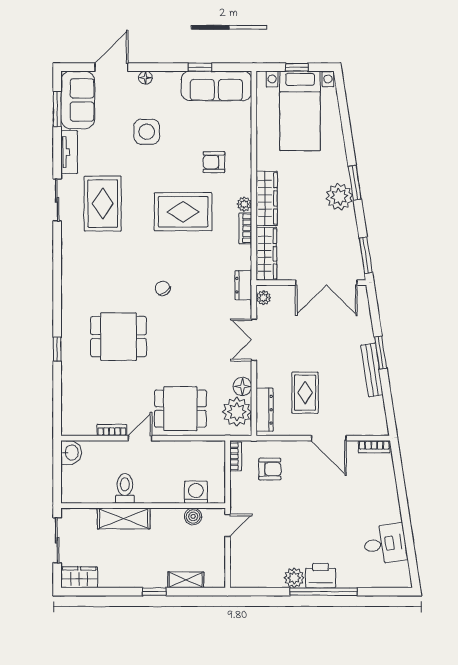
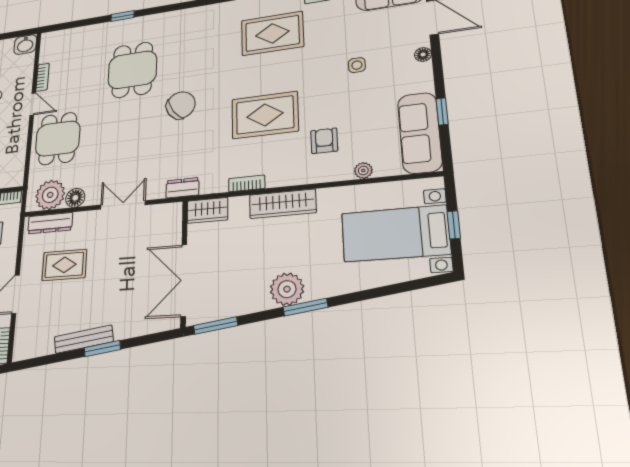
side table: (147, 132) -> (357, 65), width x0.54, depth x0.54
plant: (244, 204) -> (363, 170), moved
rug: (183, 212) -> (265, 115), turned 90
wardrobe: (266, 254) -> (207, 210), width x0.67
chair: (163, 288) -> (181, 105), width x1.87, depth x1.87
plant: (263, 298) -> (168, 211), removed

